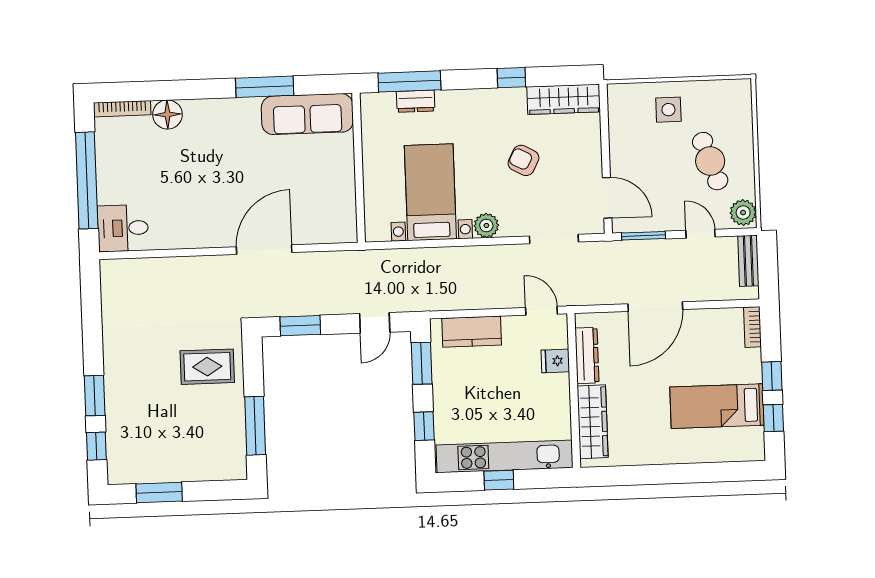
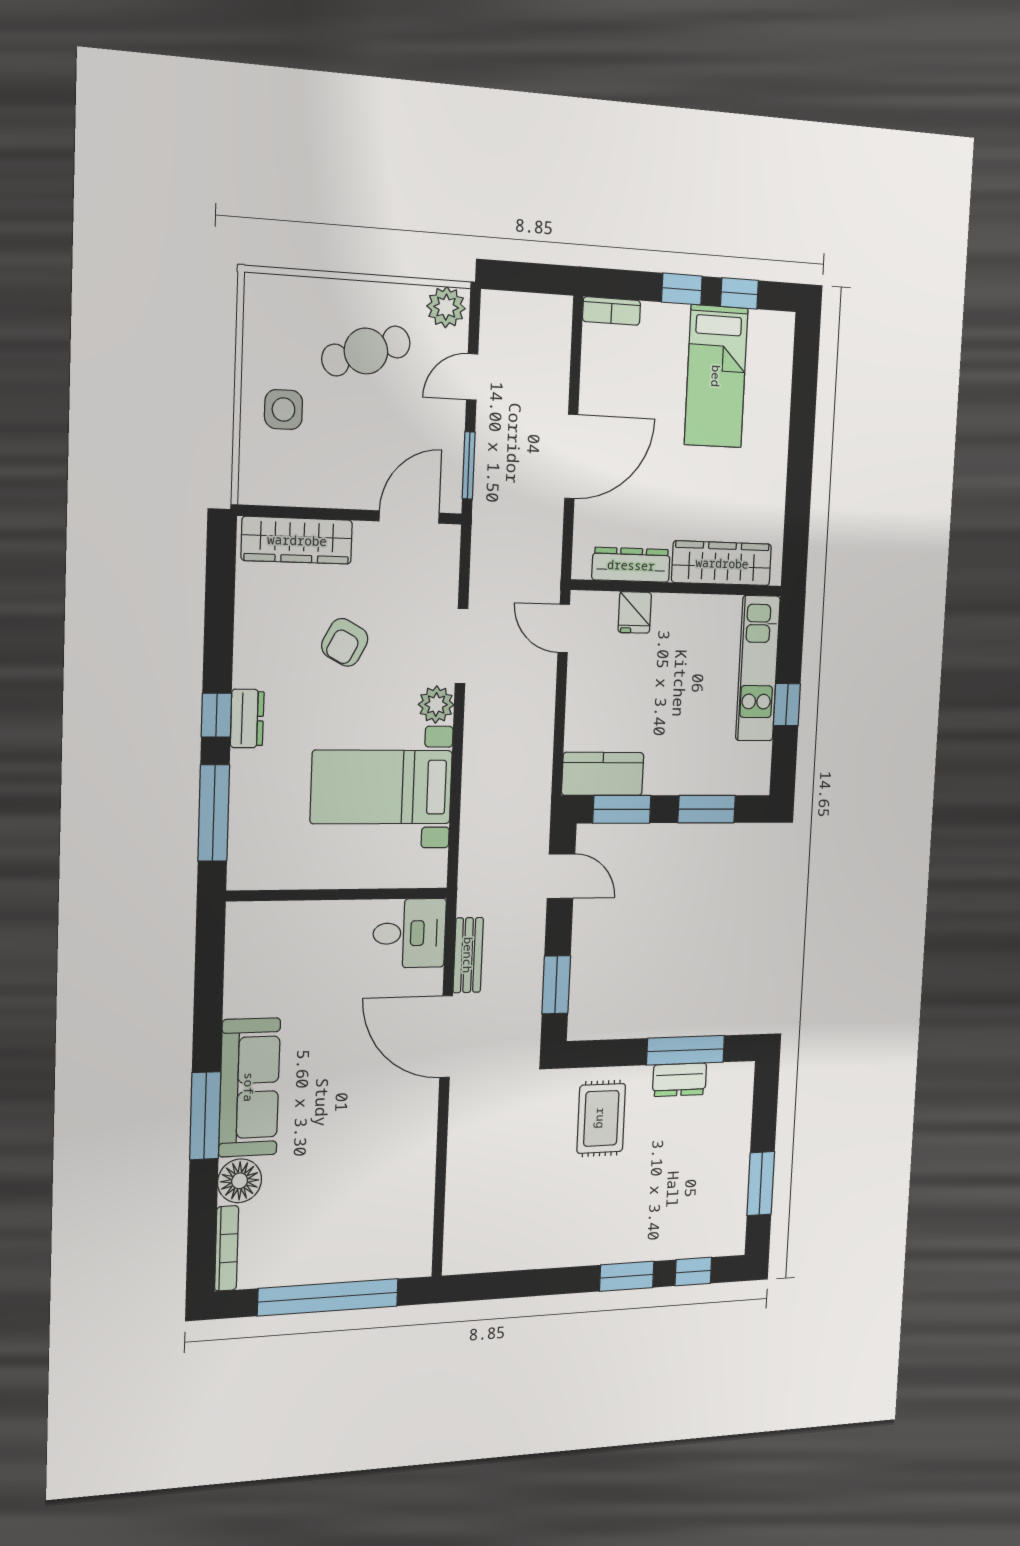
window: (511, 78) -> (216, 715), moved
window: (265, 87) -> (205, 1116), moved
wardrobe: (564, 99) -> (297, 540), moved, turned 90
dresser: (416, 101) -> (247, 718), moved
sofa: (307, 114) -> (249, 1087), moved
desk: (123, 228) -> (409, 933), moved, turned -90
doorway: (554, 239) -> (462, 646), moved
bench: (748, 261) -> (468, 955), moved, turned 90
door: (655, 307) -> (571, 456), hinge flipped
door: (542, 311) -> (564, 628), hinge flipped
kitchen counter: (472, 332) -> (603, 774), moved, turned -90
dresser: (234, 423) -> (680, 1080), added
window: (424, 426) -> (707, 809), width x1.50
kitchen unit: (505, 456) -> (758, 668), width x0.73

